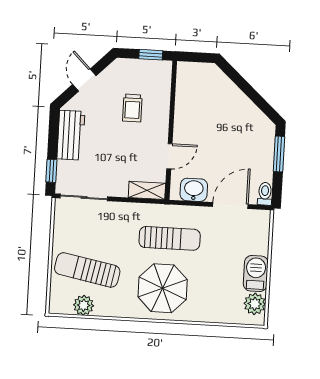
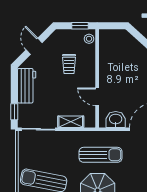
stool: (163, 74) -> (89, 39), added
door: (169, 156) -> (97, 97), swing flipped
shelving: (147, 190) -> (71, 122), moved

